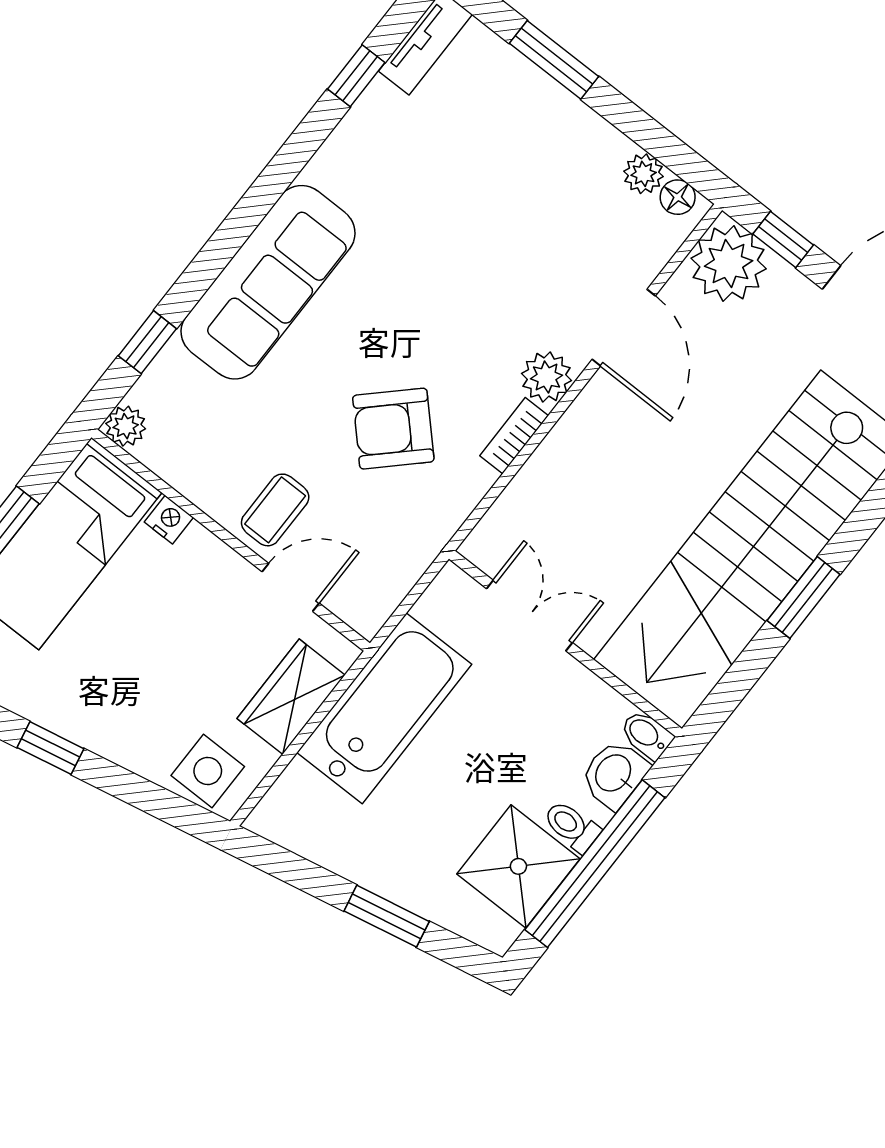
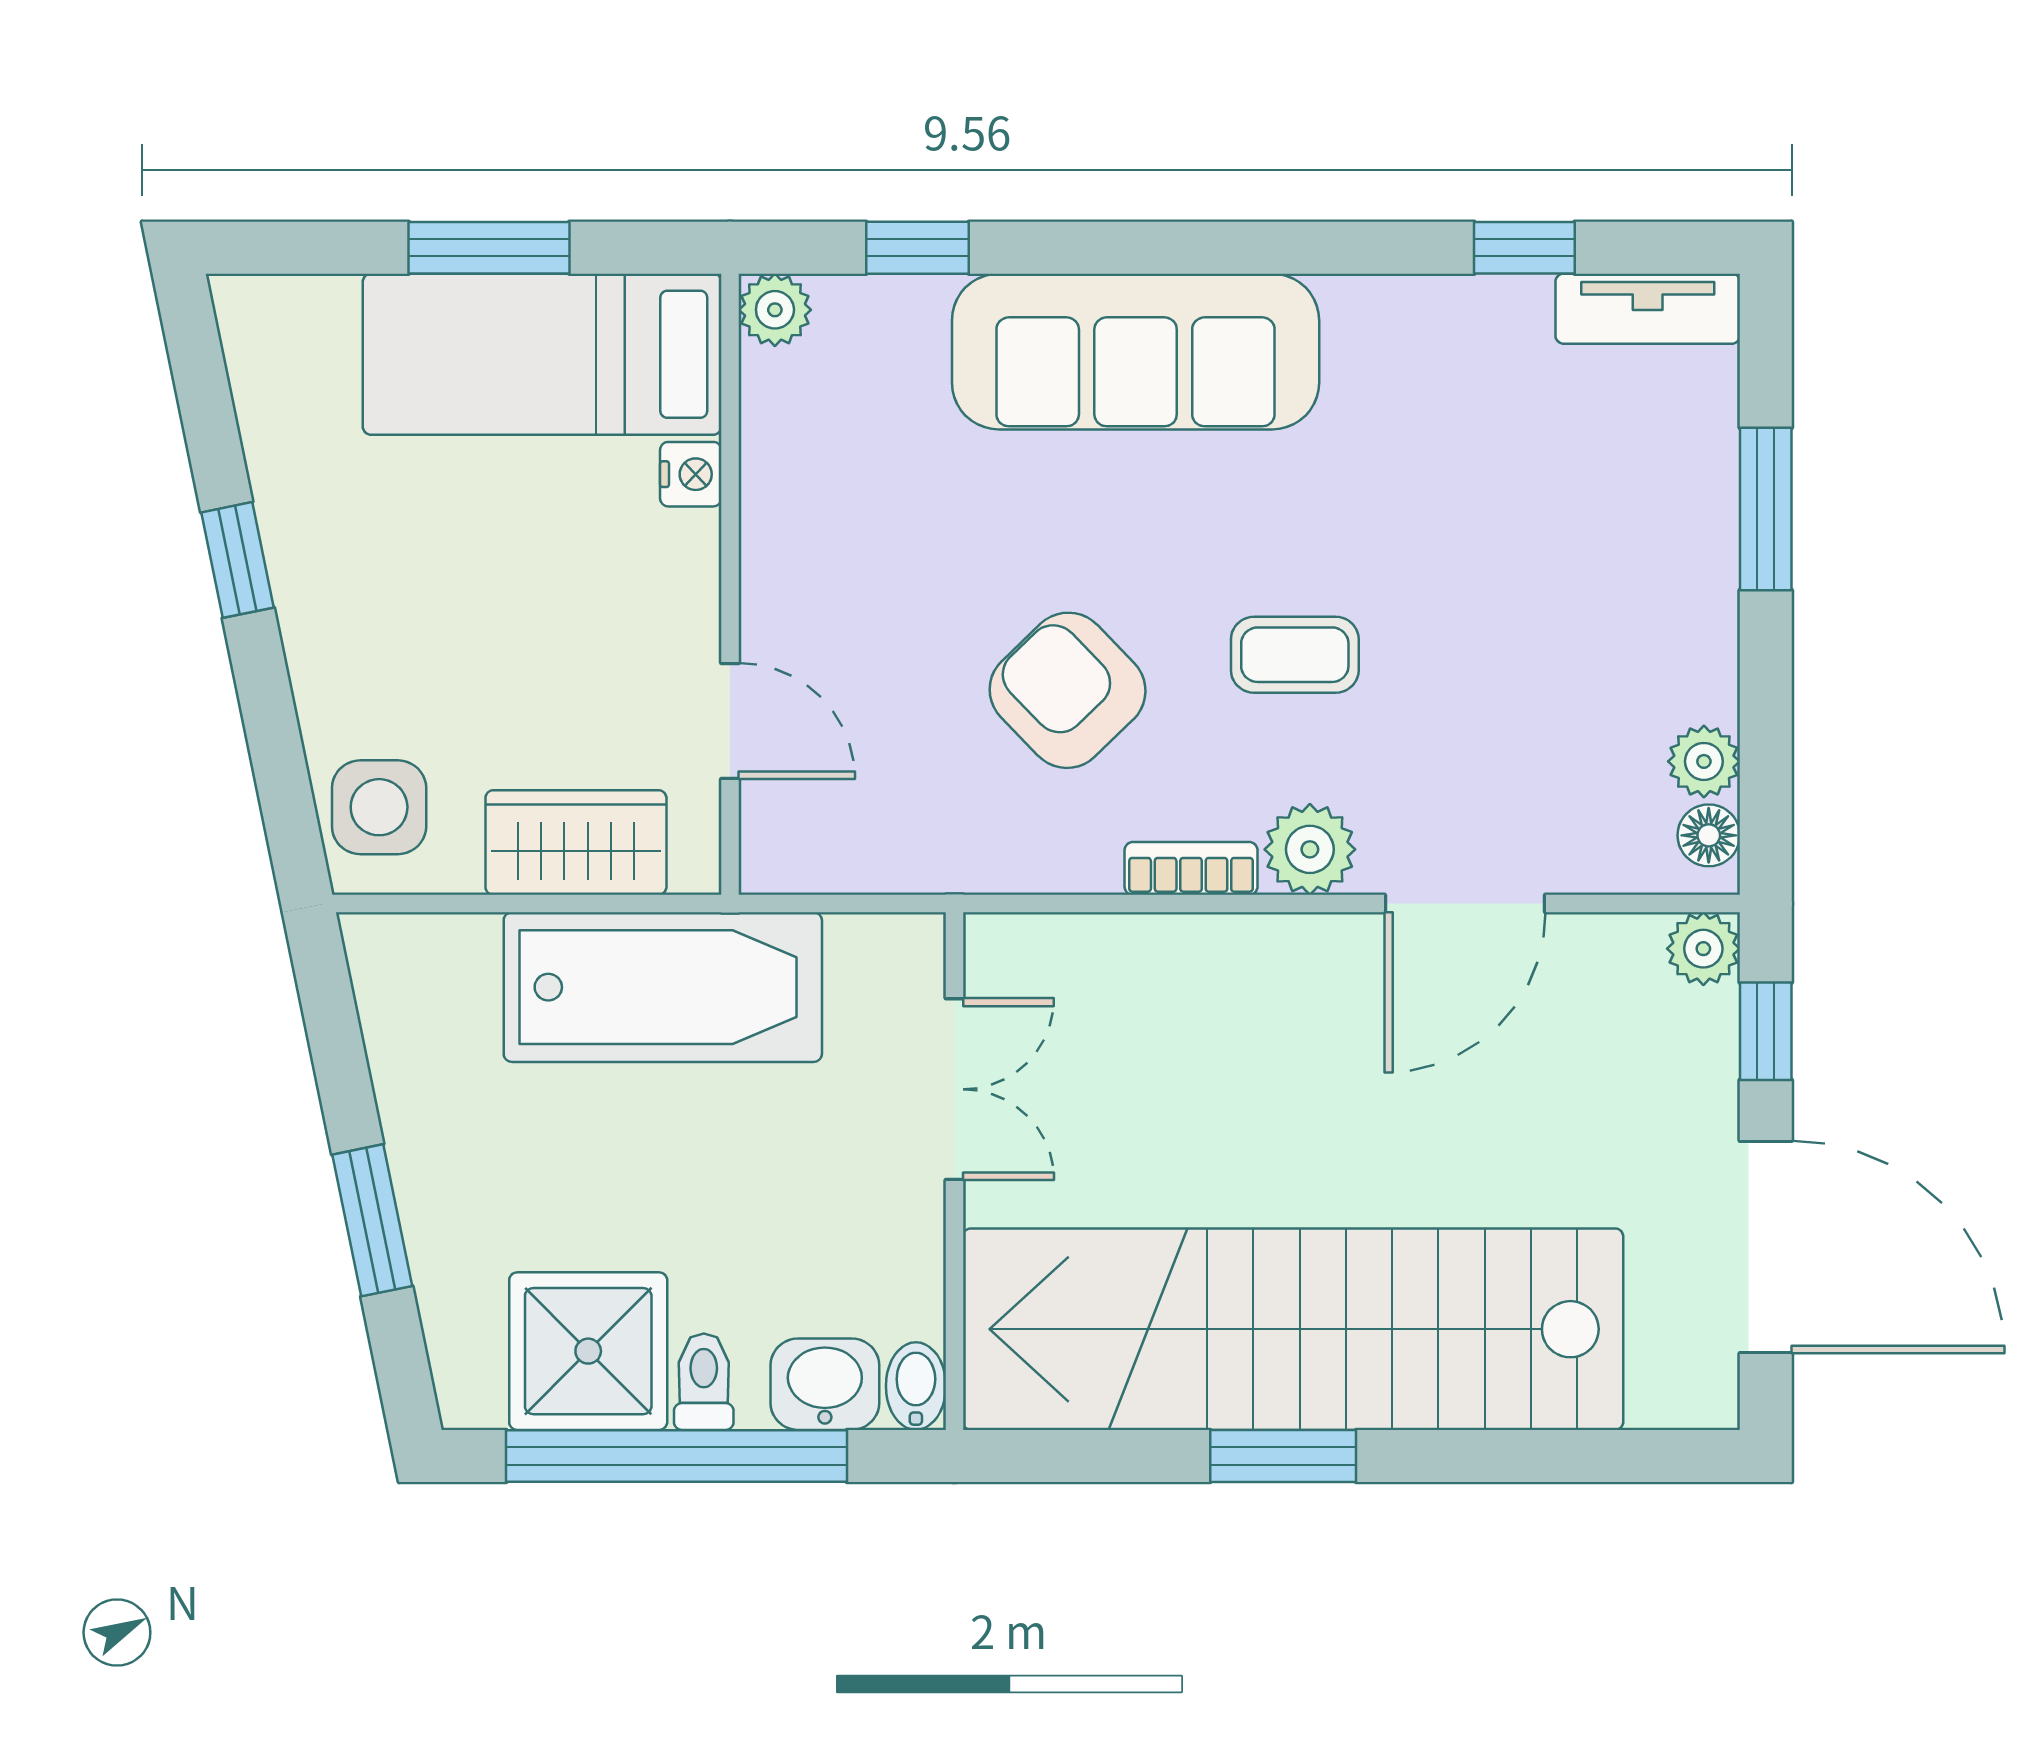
plant: (729, 263) -> (1703, 949), width x0.53, depth x0.53
coffee table: (275, 510) -> (1295, 655), moved

